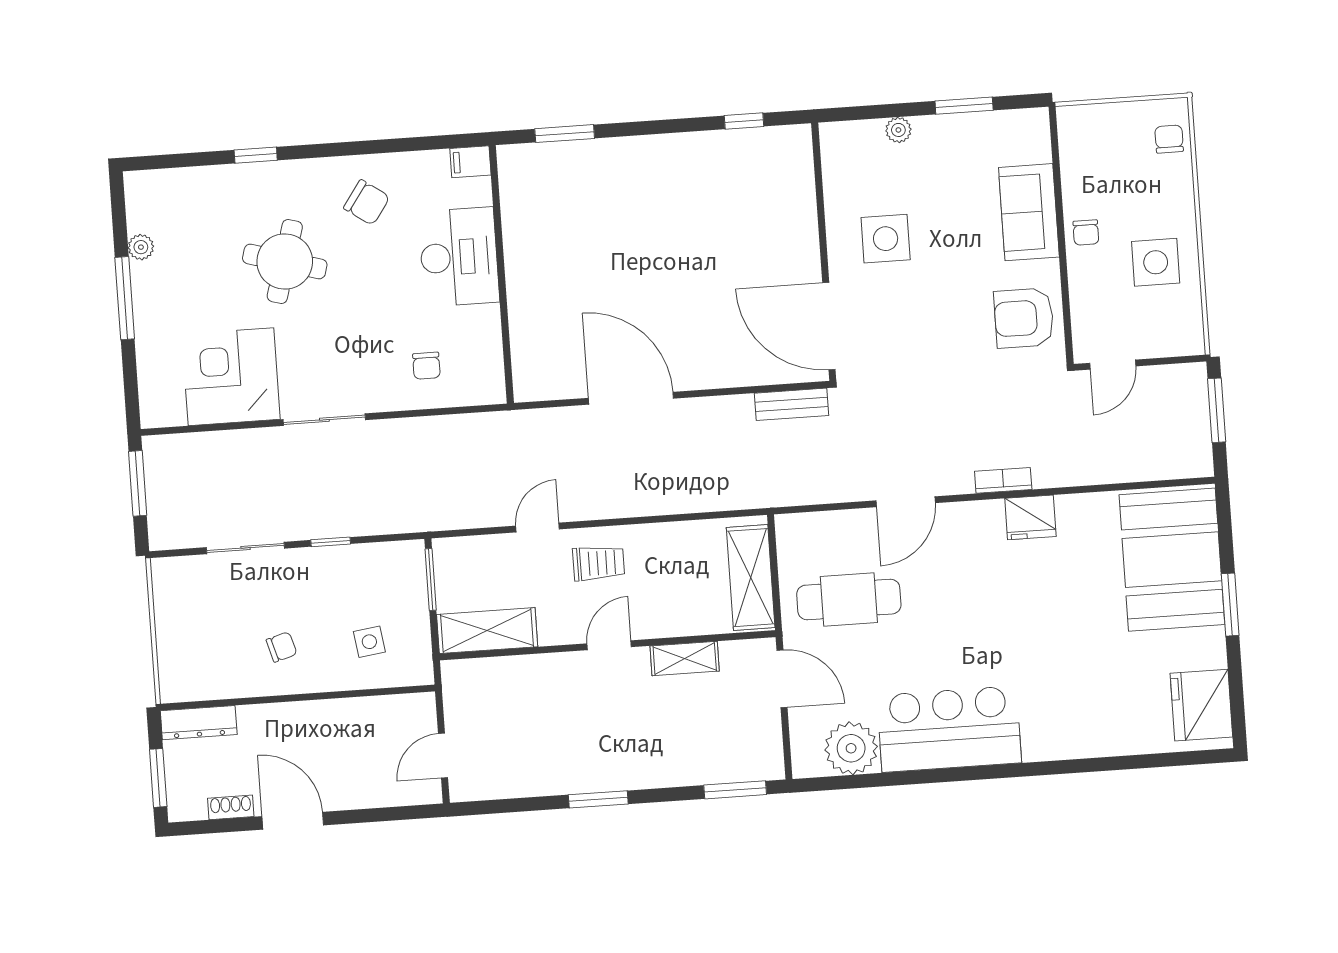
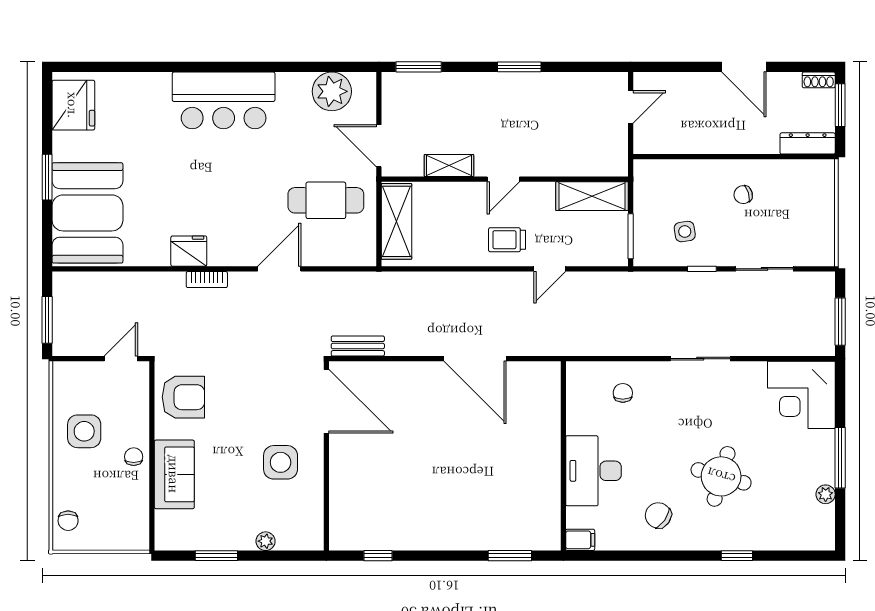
corner desk: (231, 377) -> (801, 395), moved, turned 90
side table: (369, 642) -> (685, 232), moved
bar counter: (949, 729) -> (224, 100), moved
shoe rack: (231, 807) -> (819, 80), moved

